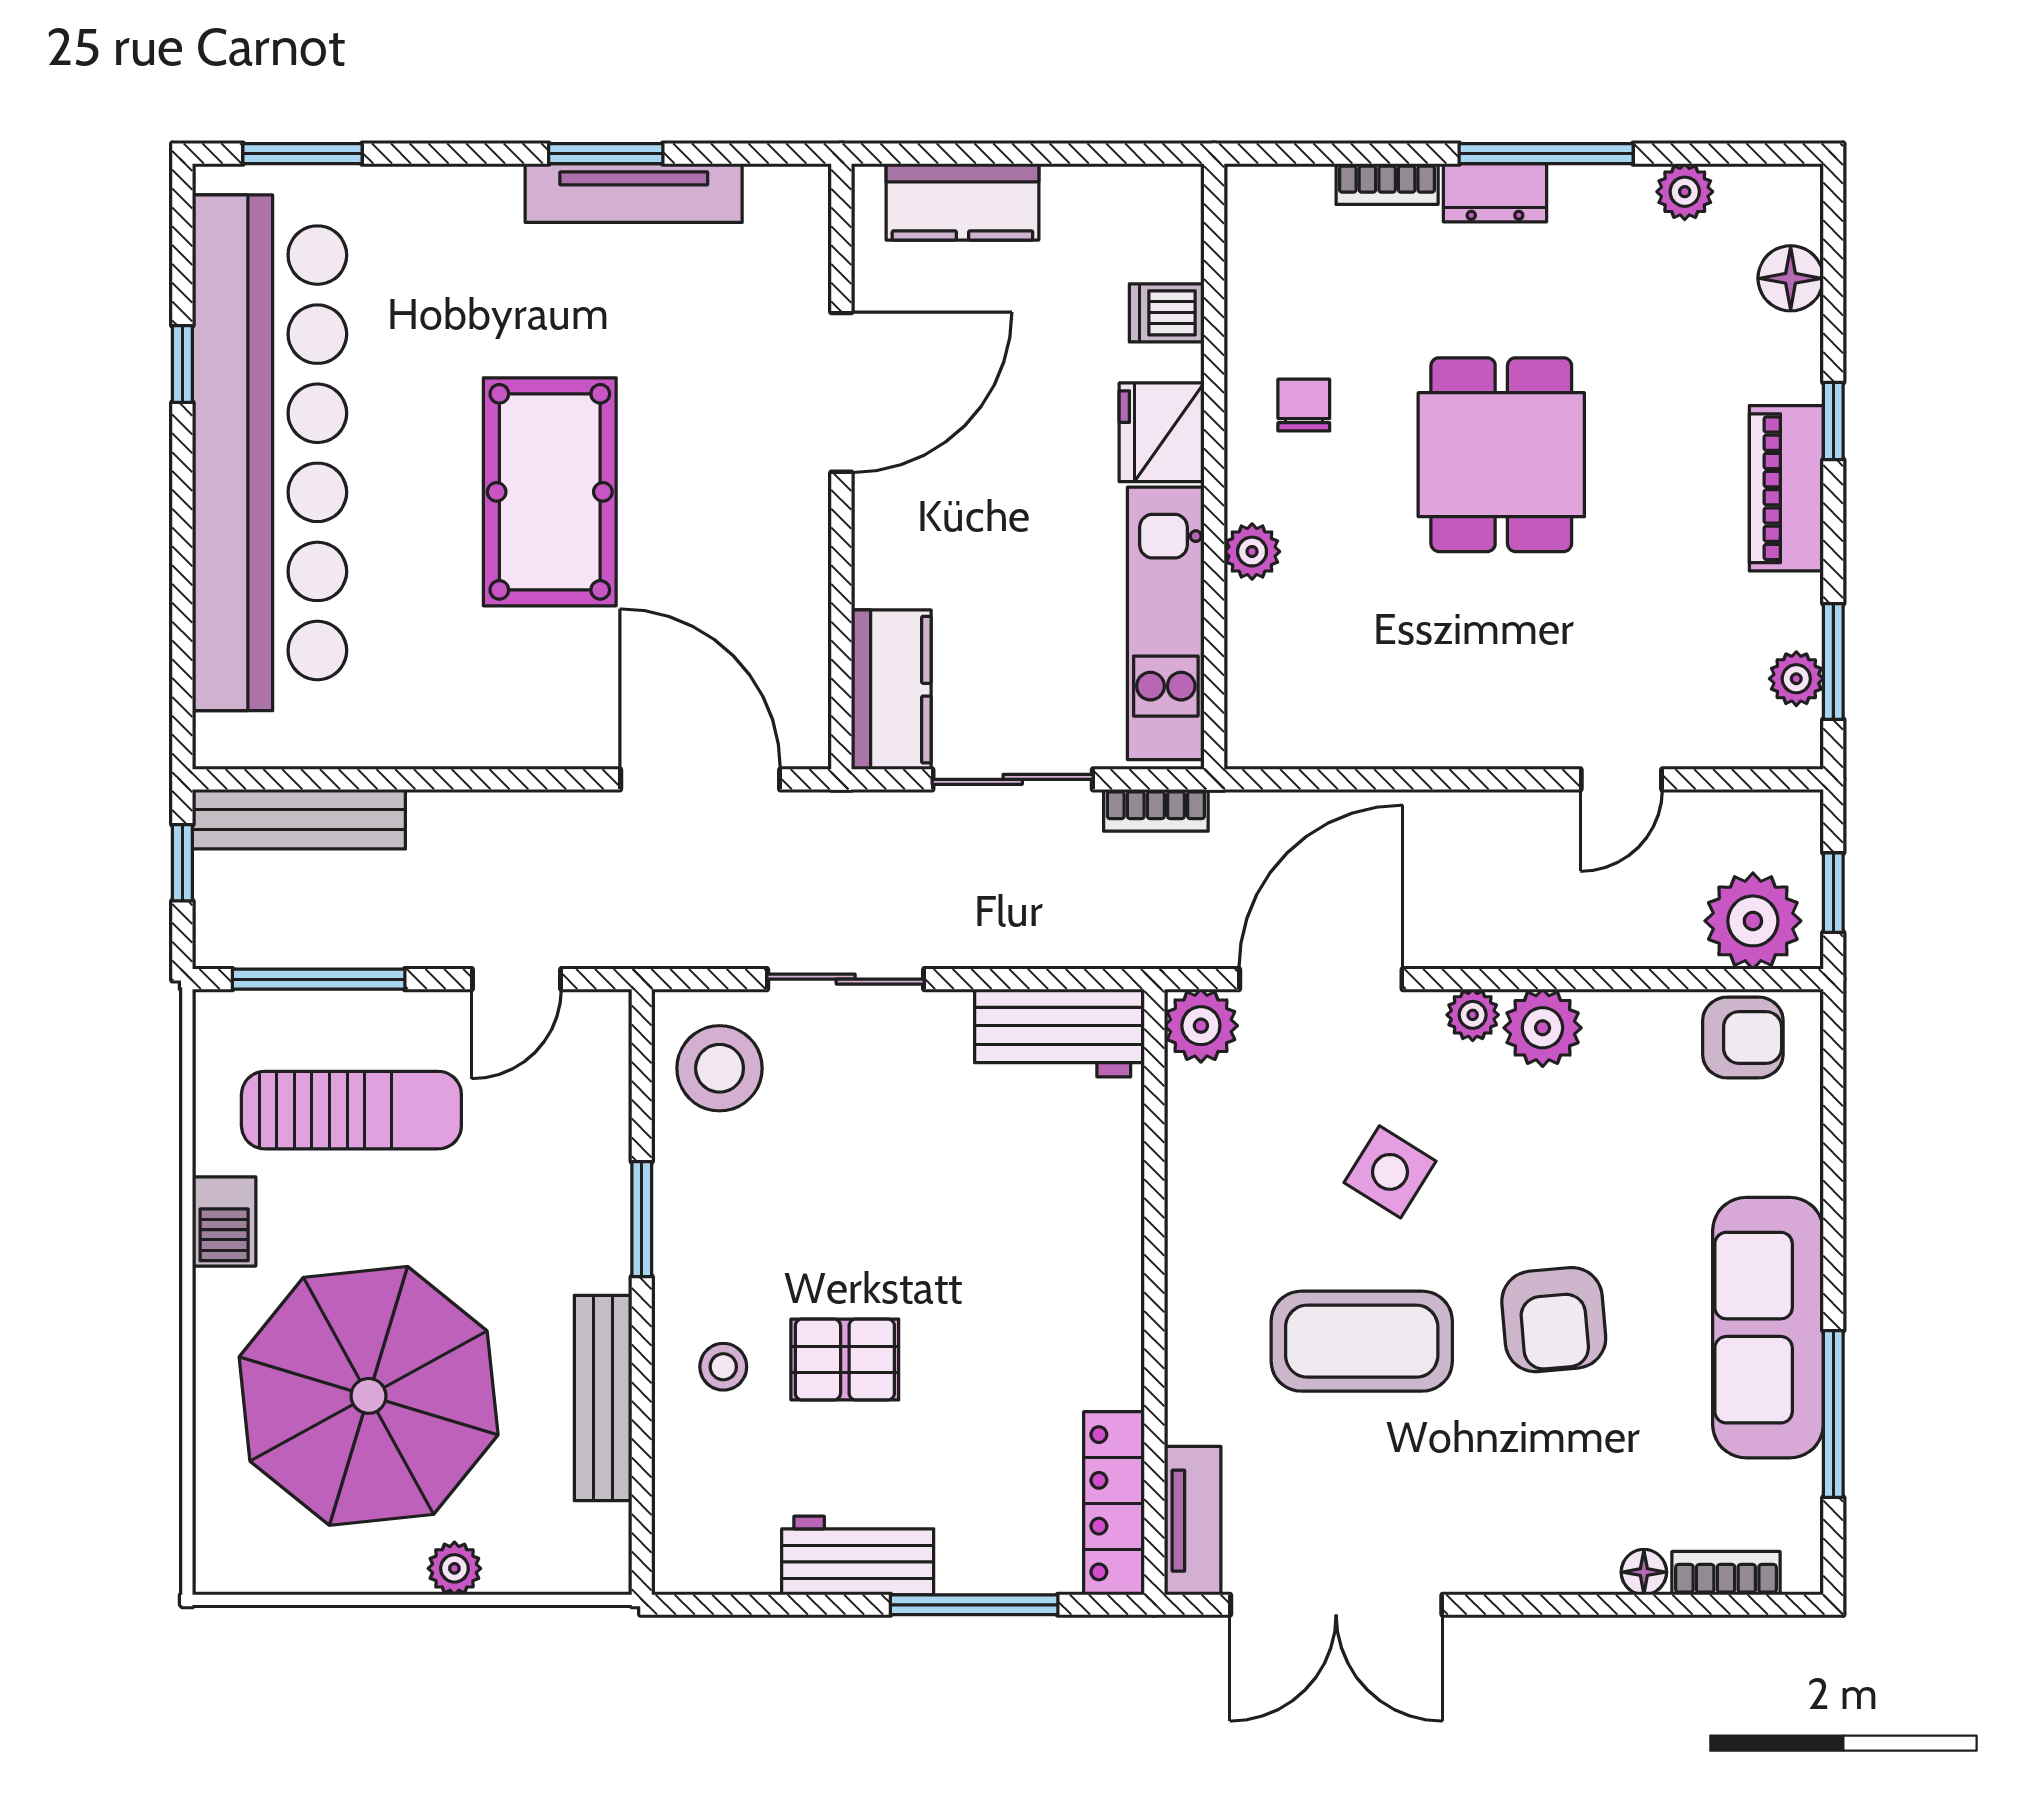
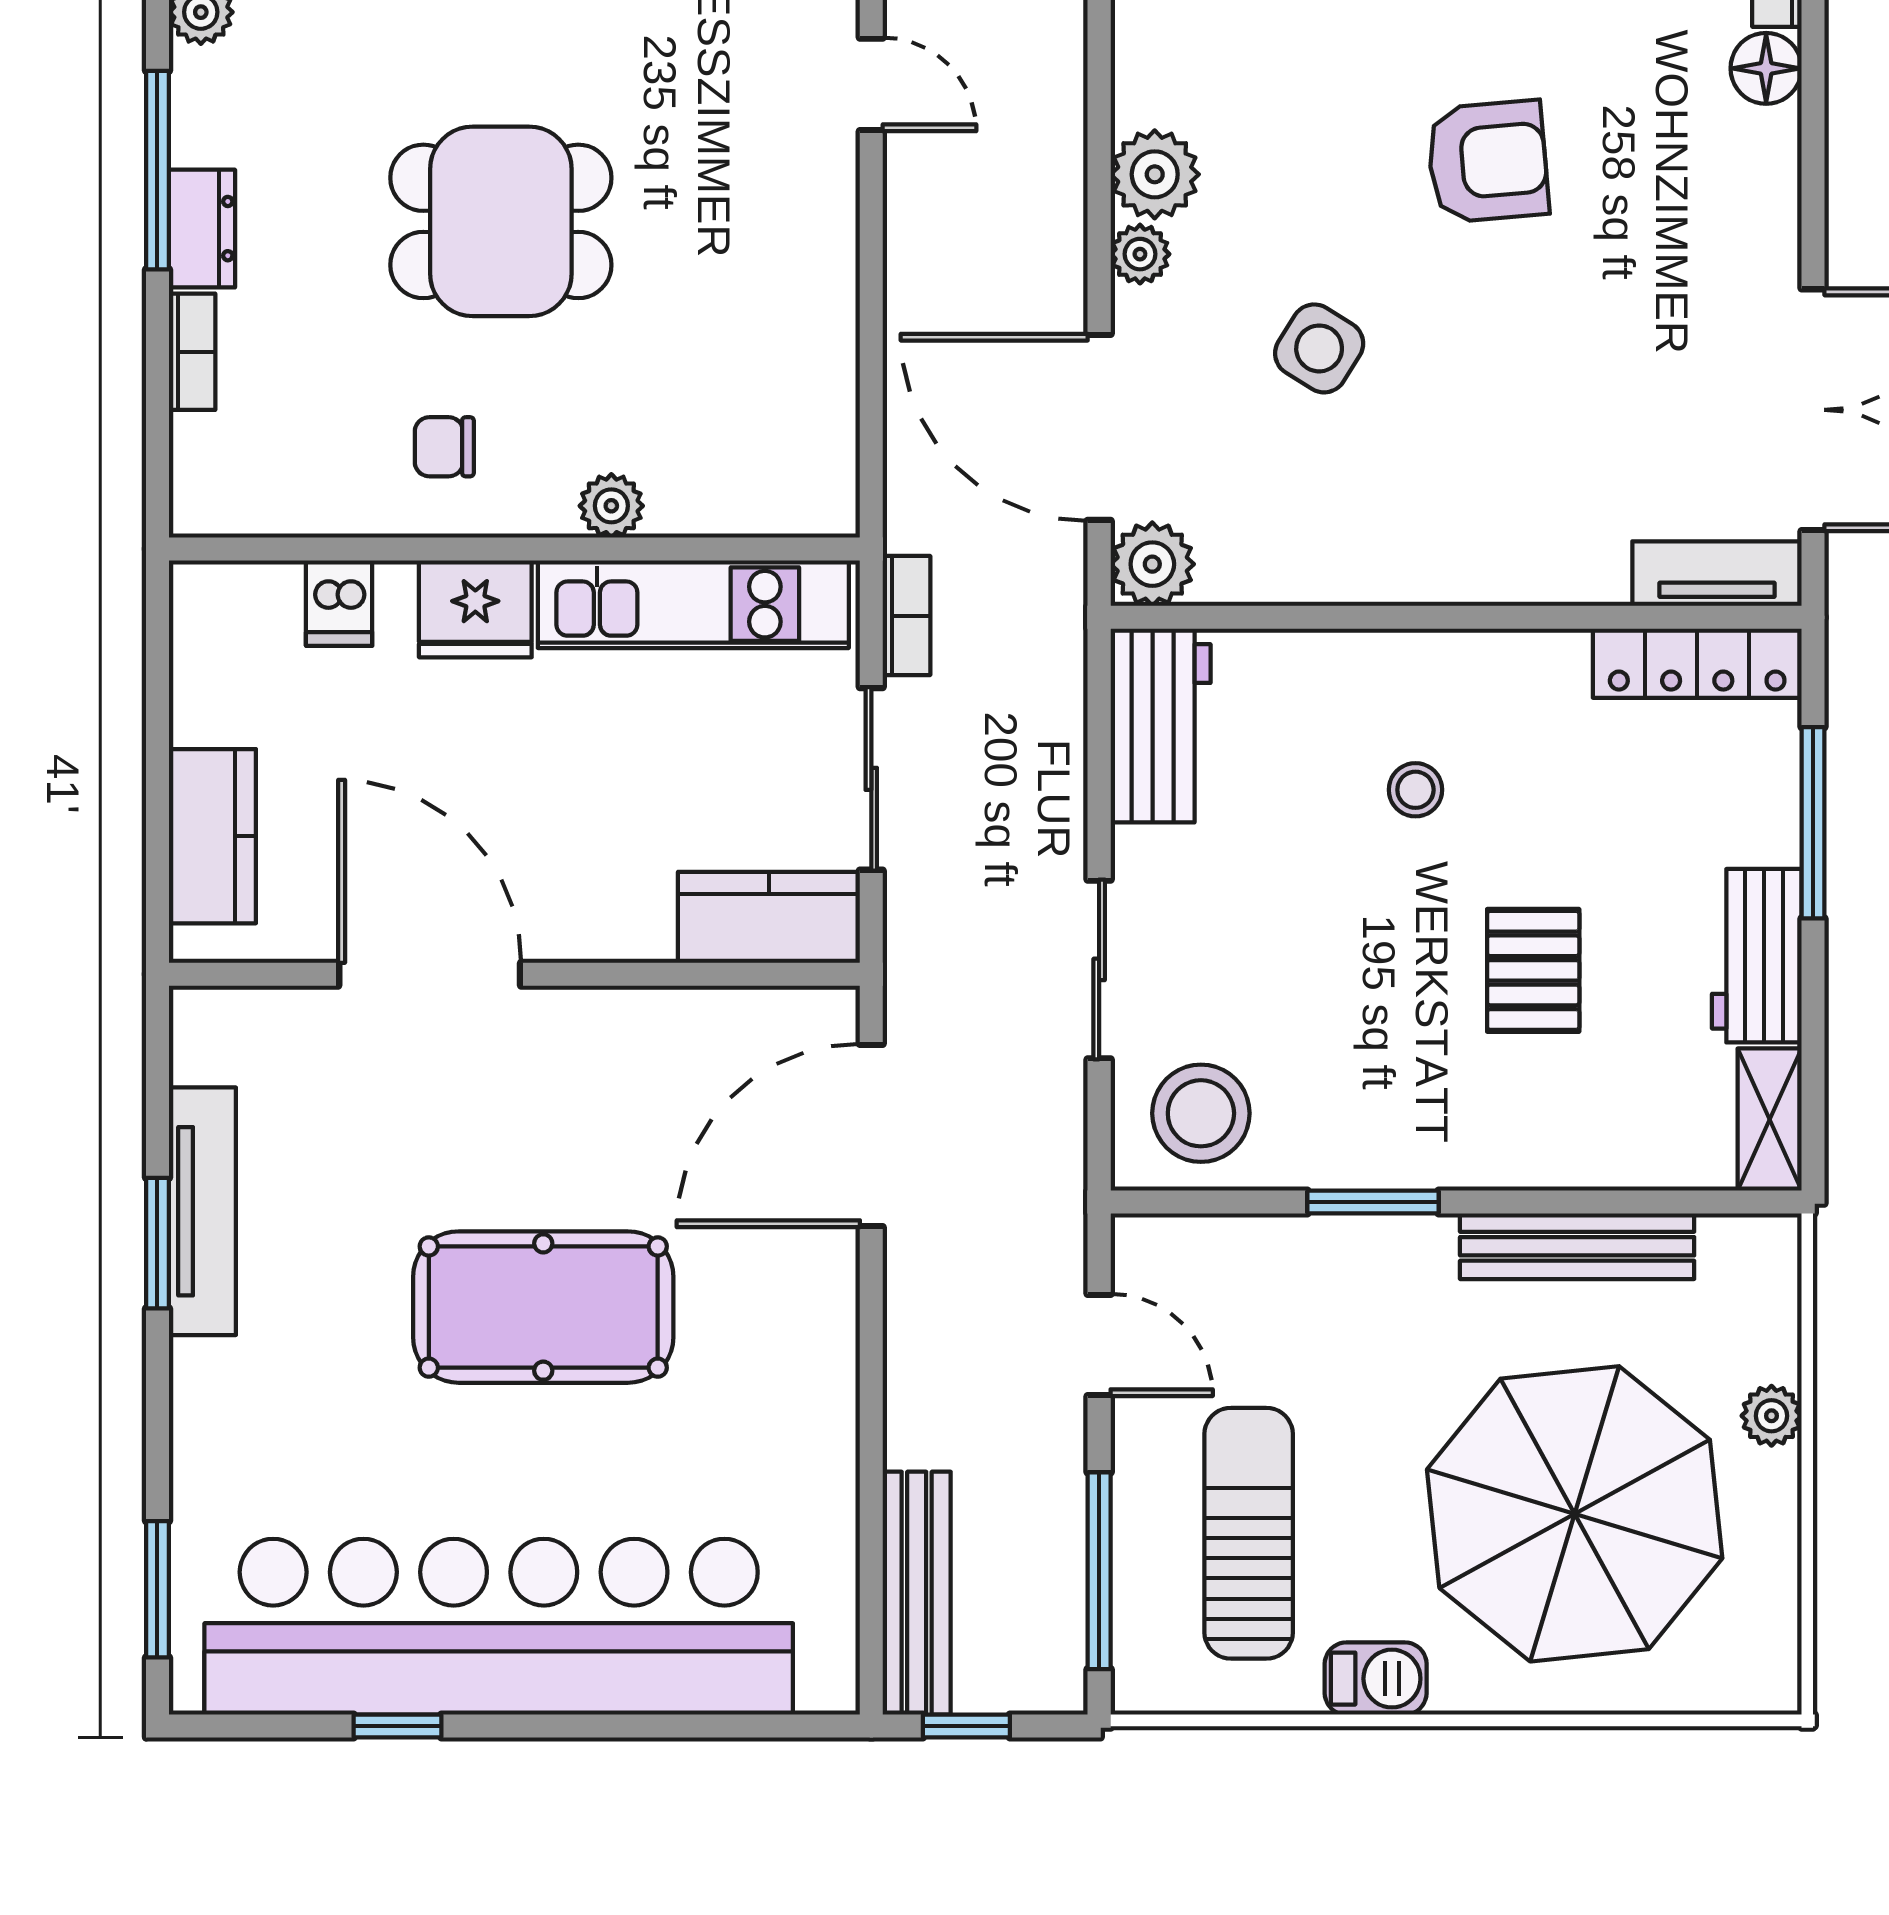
coffee table: (1362, 1341) -> (1512, 381), removed
stool: (723, 1367) -> (1415, 790), moved
shelving: (714, 1567) -> (1770, 1120), added
floor lamp: (1644, 1572) -> (1766, 68), width x1.37, depth x1.37

